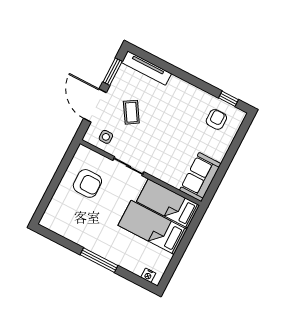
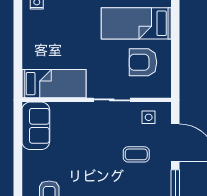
coffee table: (131, 112) -> (136, 154), turned -58
bed: (153, 227) -> (136, 23), moved, turned 180

